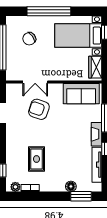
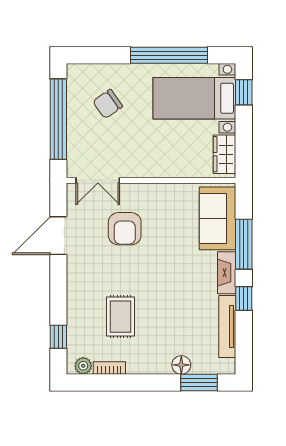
window: (49, 11) -> (169, 55), moved
double door: (35, 82) -> (98, 180), moved
sofa: (81, 94) -> (218, 218), moved, turned 90
armchair: (39, 109) -> (125, 229), turned -109

